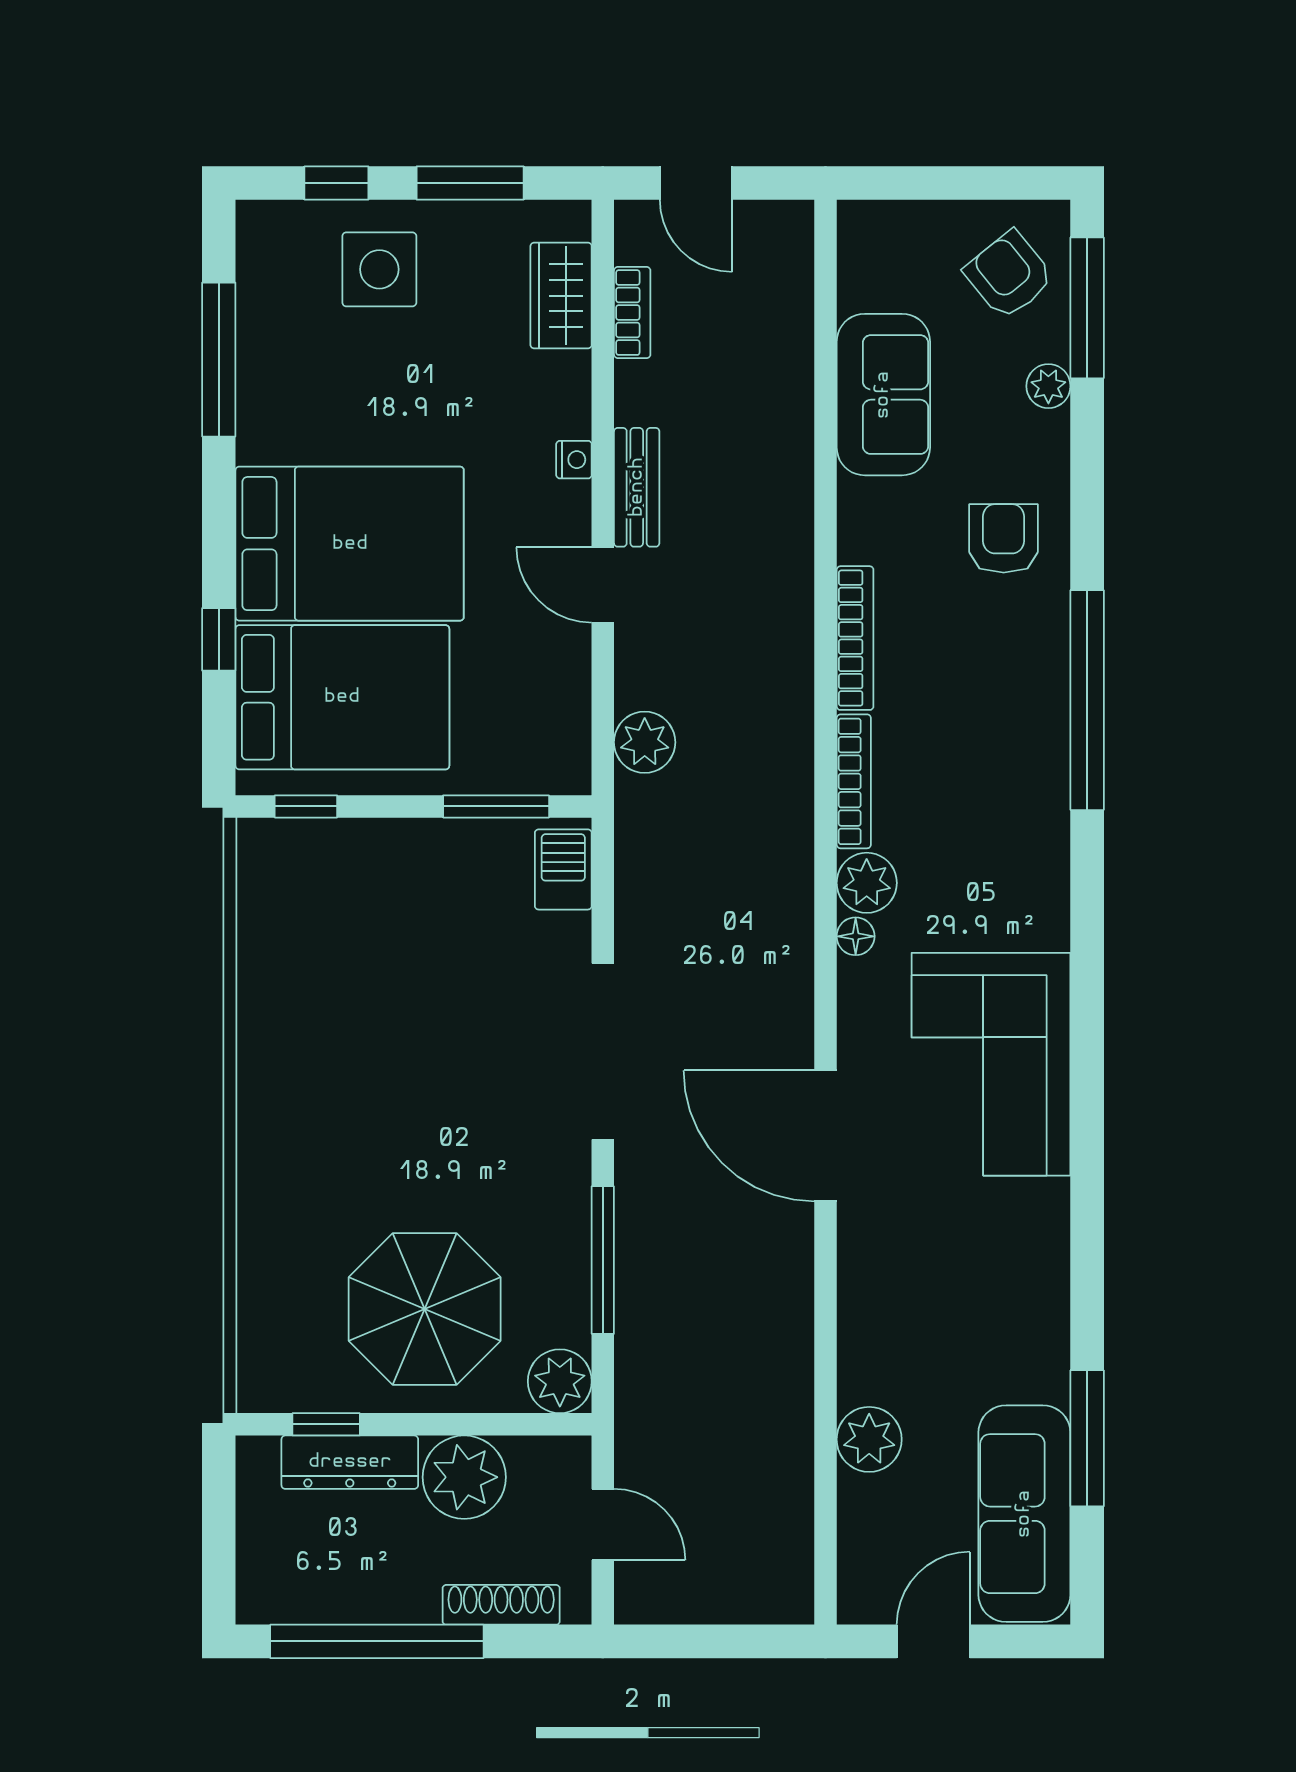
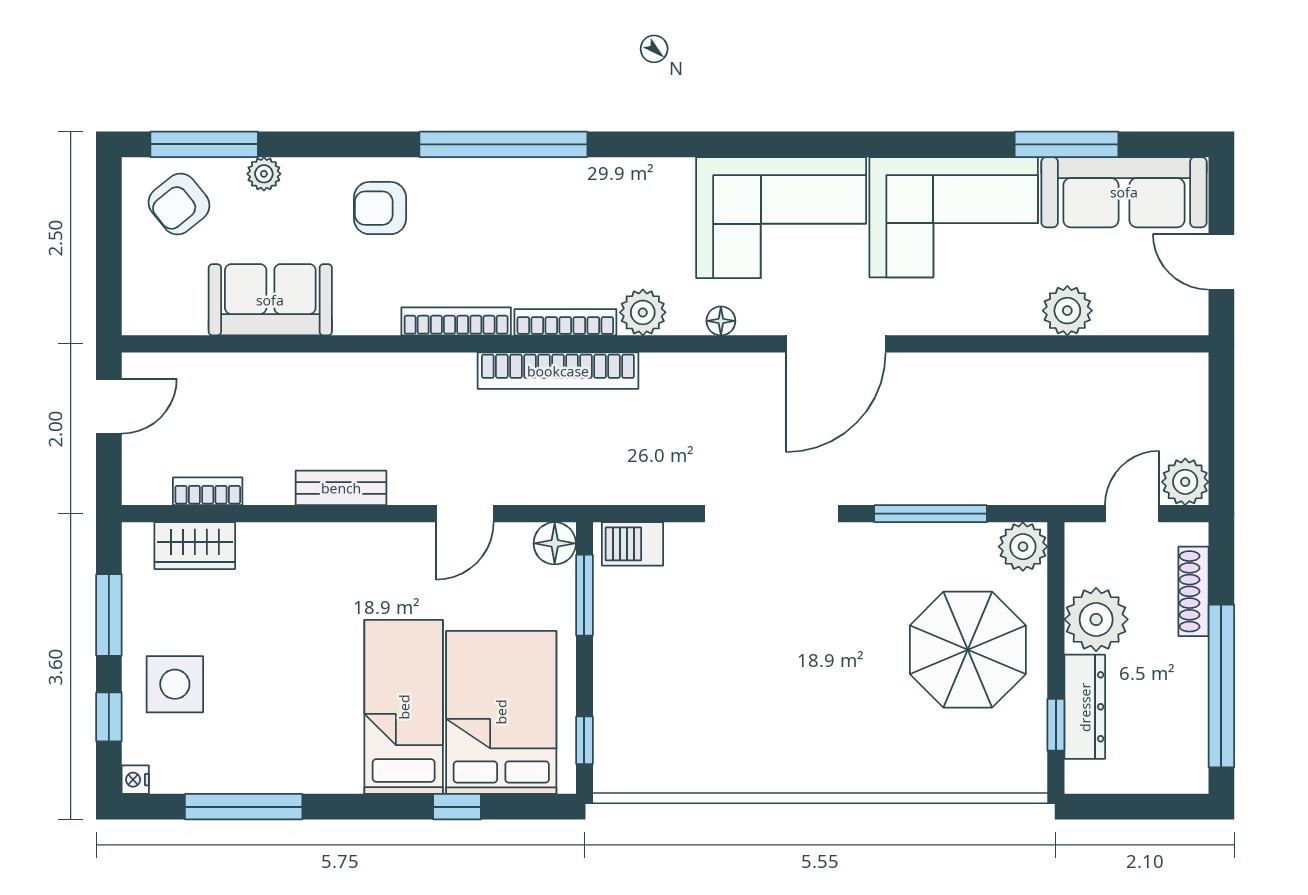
door: (696, 183) -> (109, 406), moved
nightstand: (574, 460) -> (135, 780), moved, turned -90
bed: (350, 544) -> (404, 707), width x0.67
door: (603, 585) -> (465, 514), moved
plant: (645, 742) -> (1185, 482), moved
floor lamp: (564, 767) -> (555, 543), added
bookcase: (790, 772) -> (558, 371), added
floor lamp: (856, 936) -> (721, 321), moved
corner sofa: (992, 1290) -> (954, 217), added

